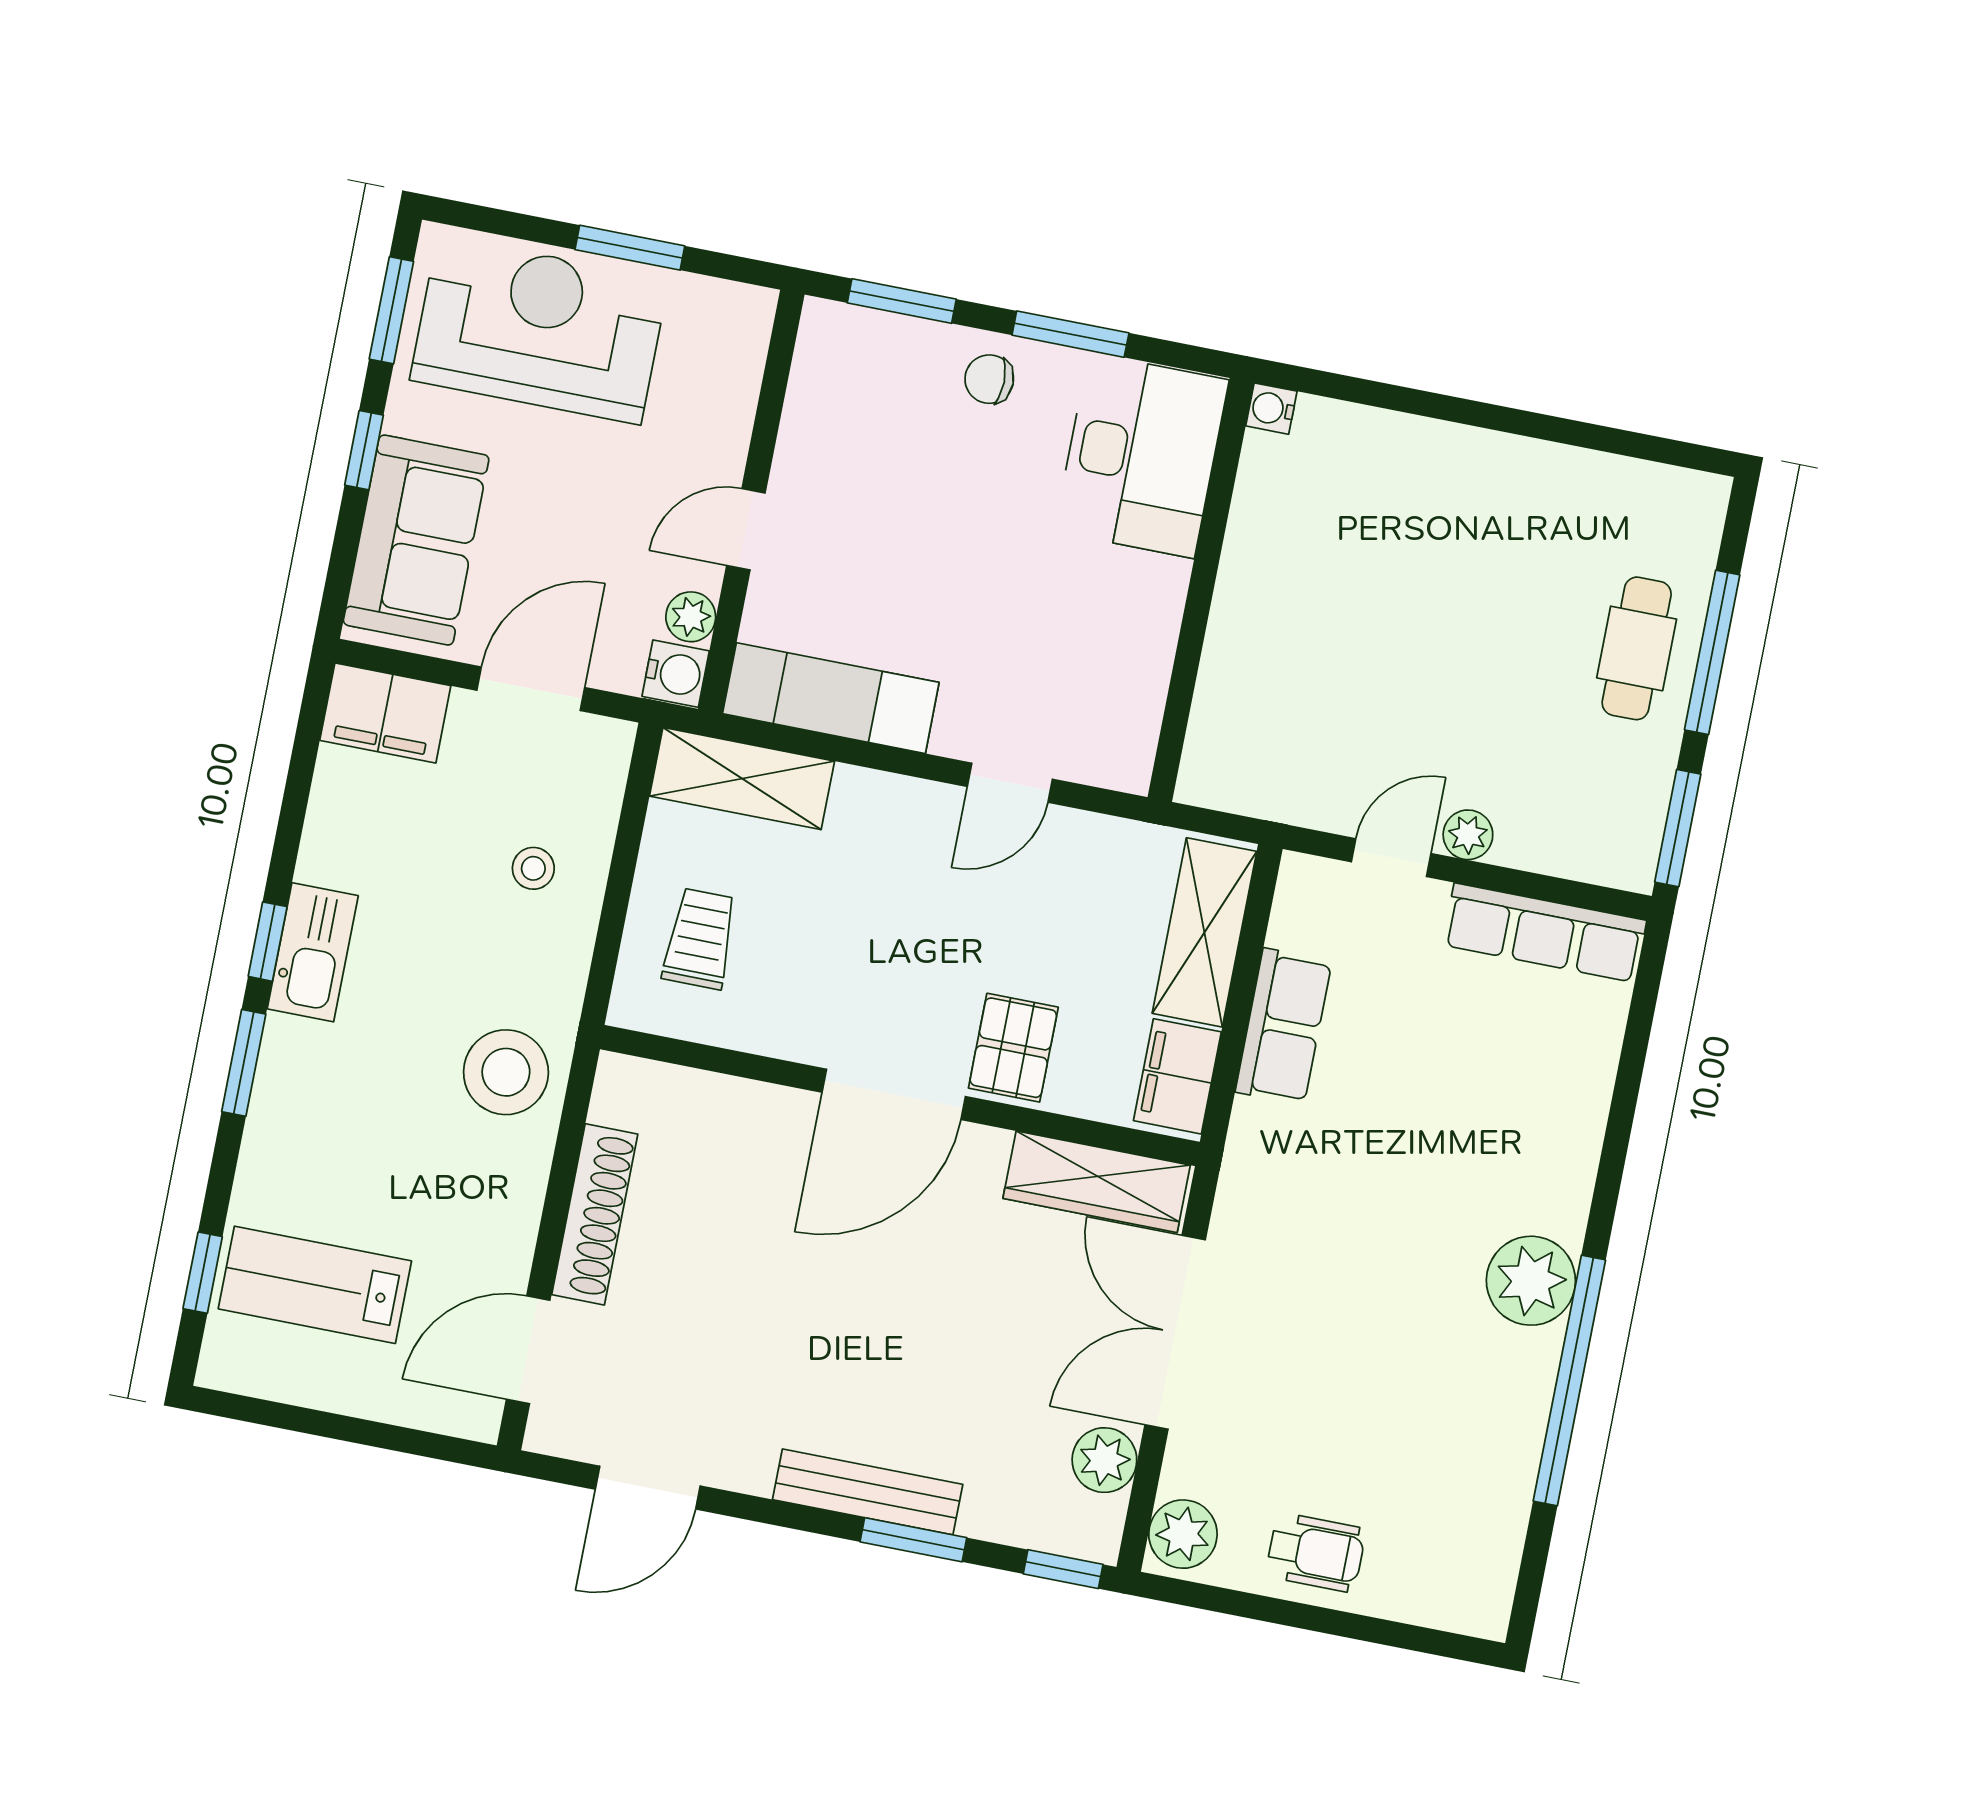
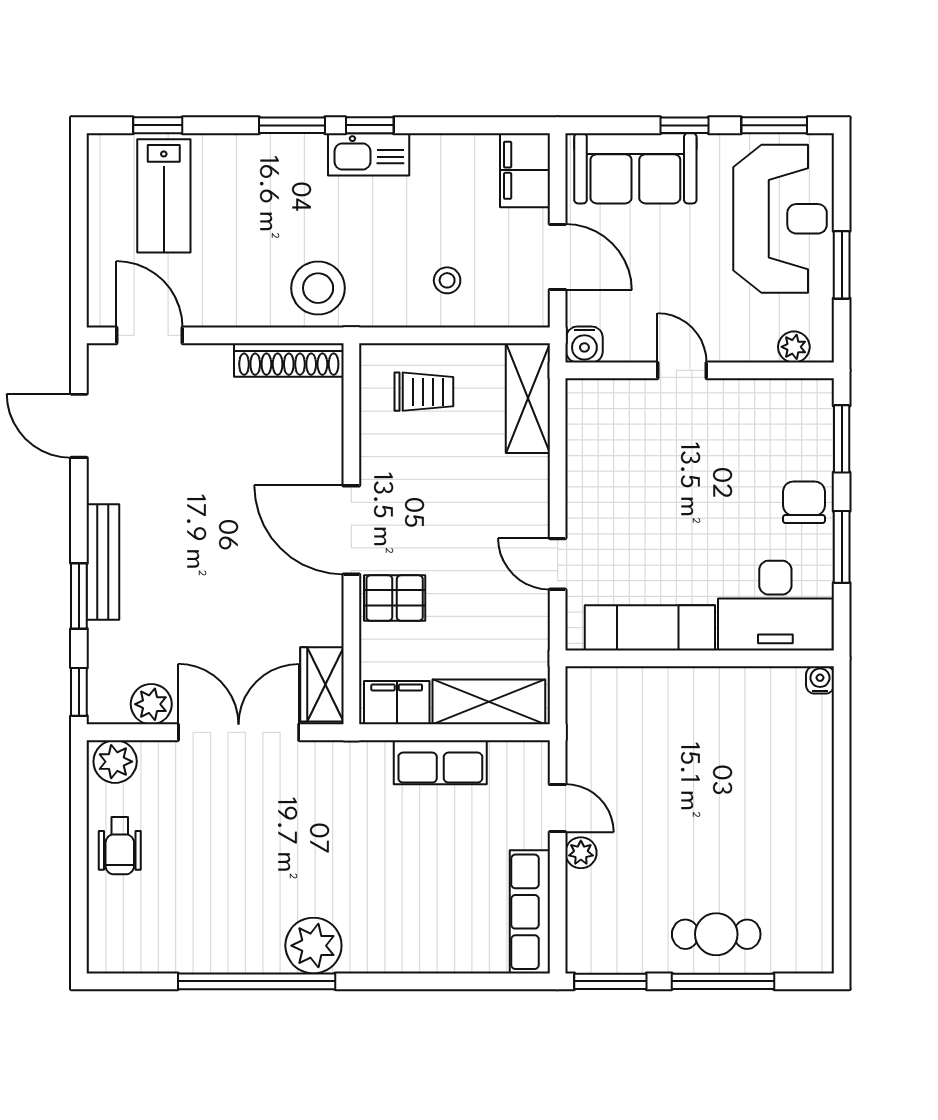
chair: (989, 379) -> (804, 502), width x1.37, depth x1.37
plant: (691, 617) -> (794, 347), moved
exam couch: (831, 698) -> (650, 628), moved, turned -90
wardrobe: (1097, 1182) -> (322, 684), width x0.67
shoe rack: (595, 1214) -> (289, 360), moved
lab bench: (315, 1285) -> (164, 196), turned 180

